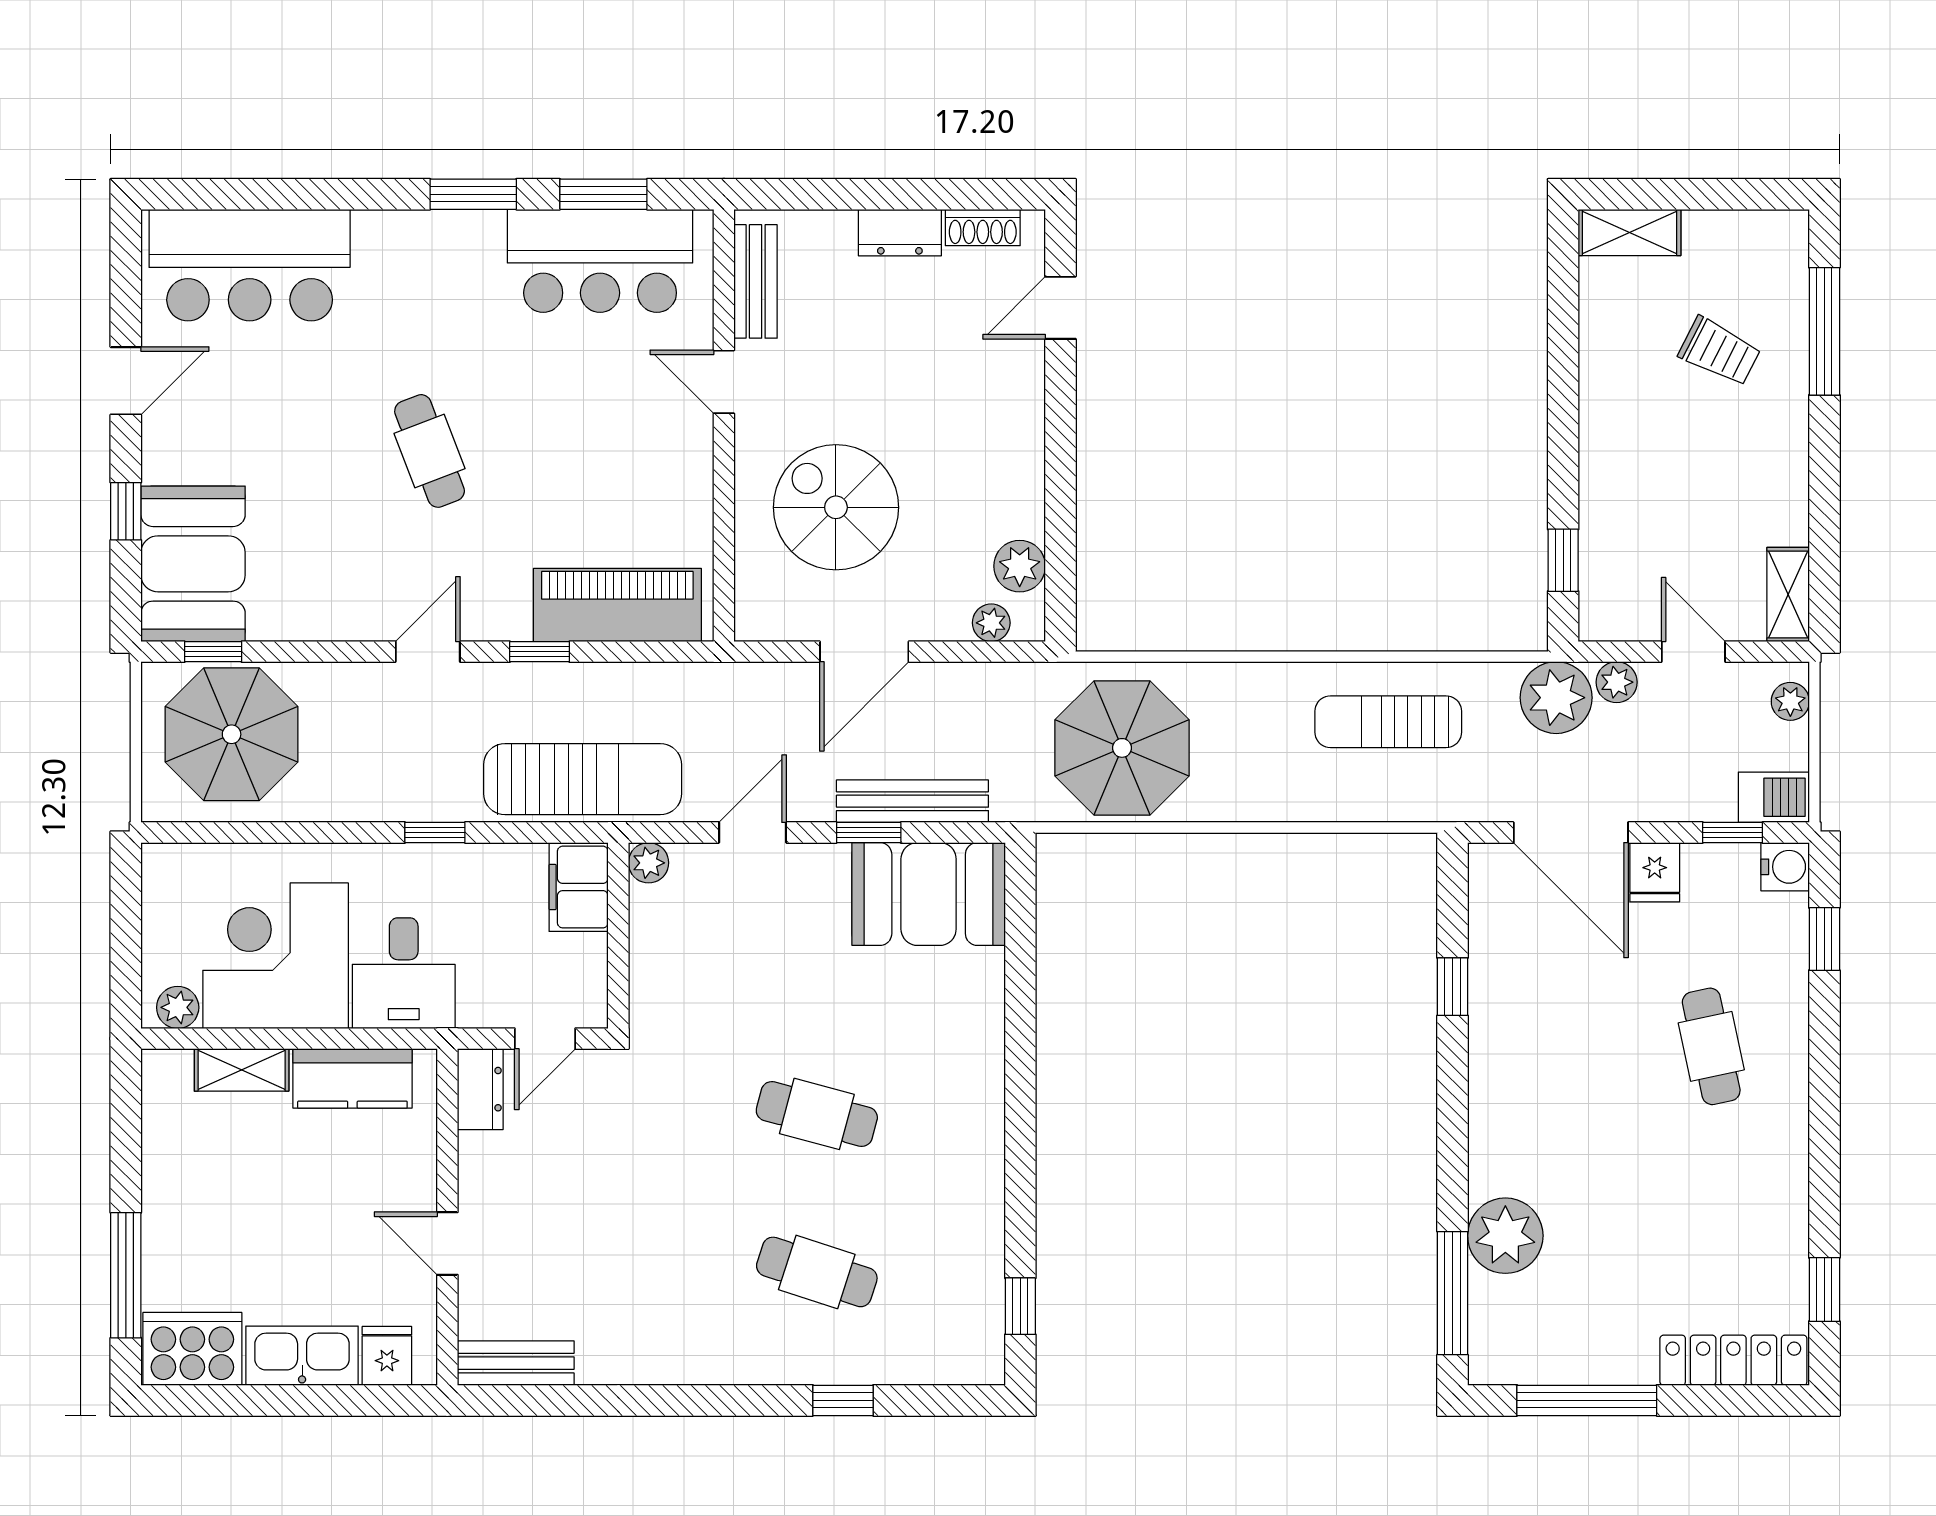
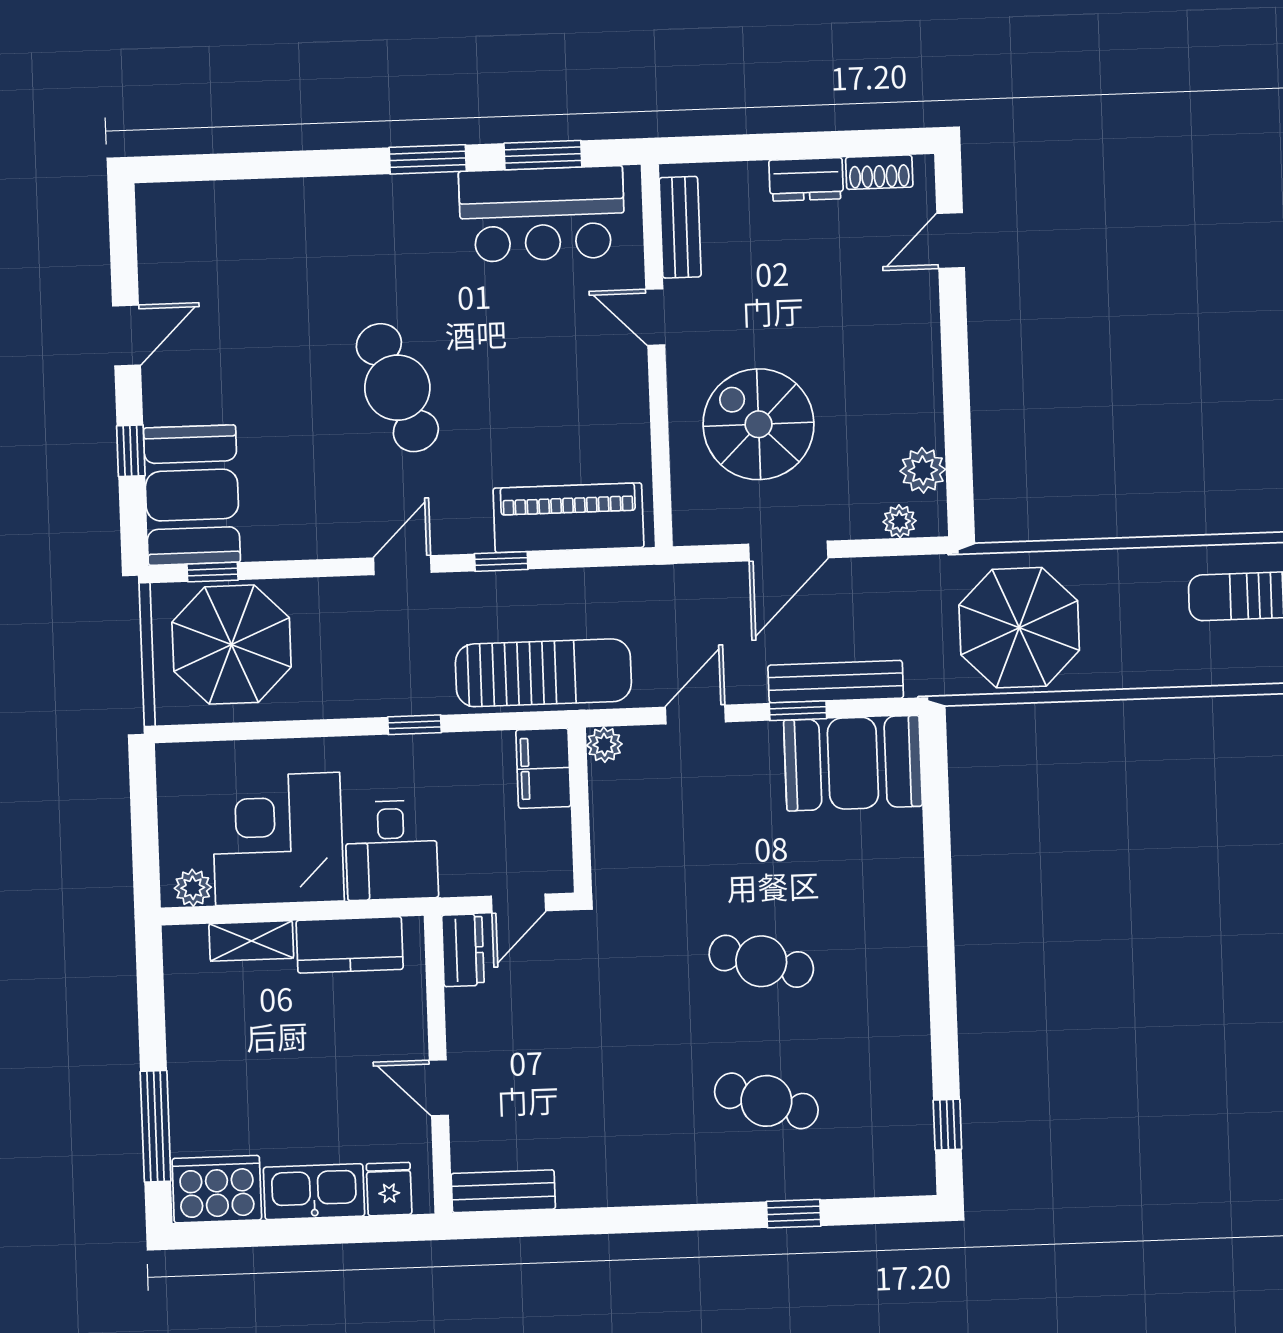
bar counter: (250, 265) -> (232, 229), removed
cafe table: (430, 451) -> (397, 388), width x1.37, depth x1.35

